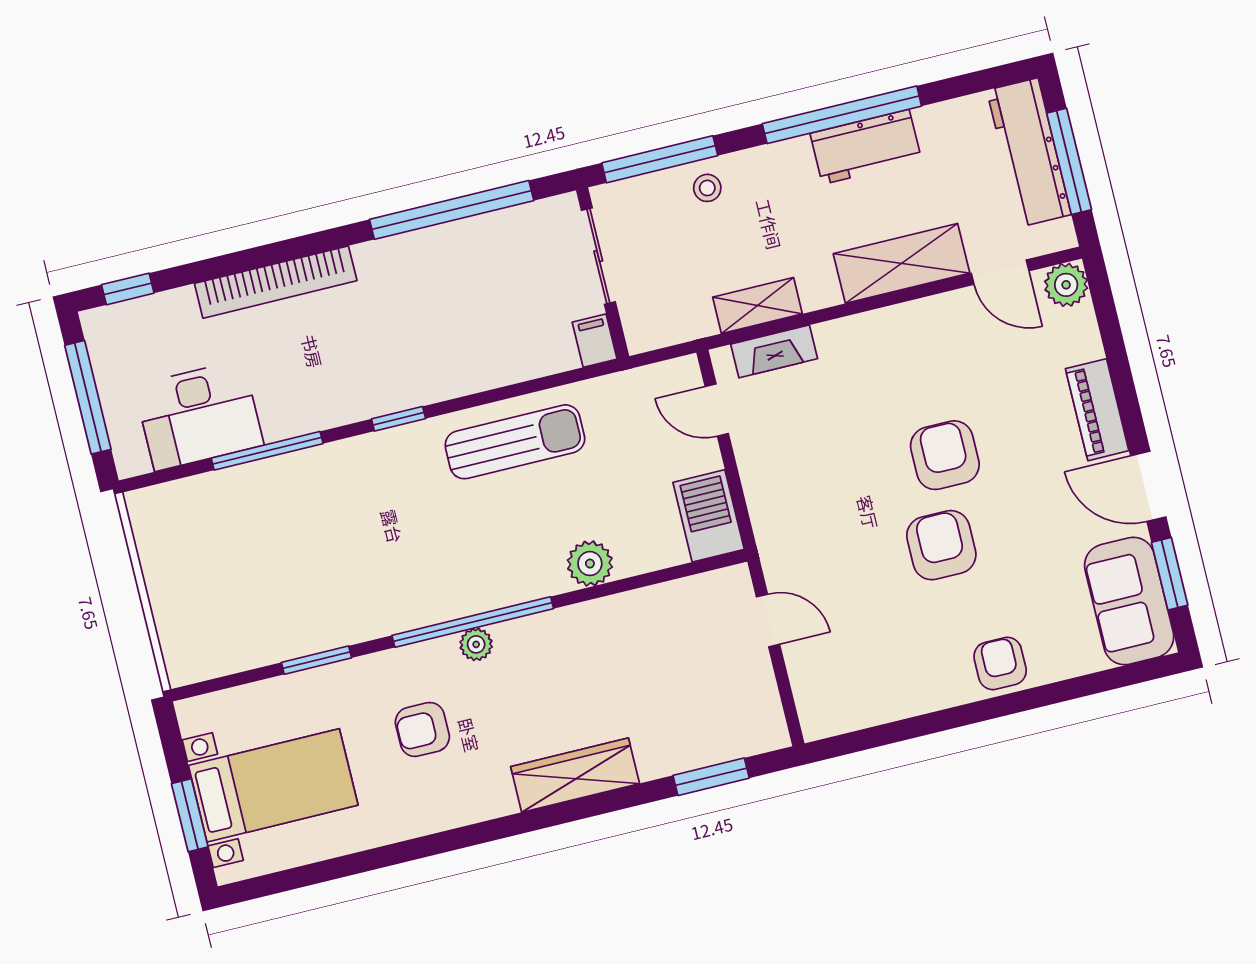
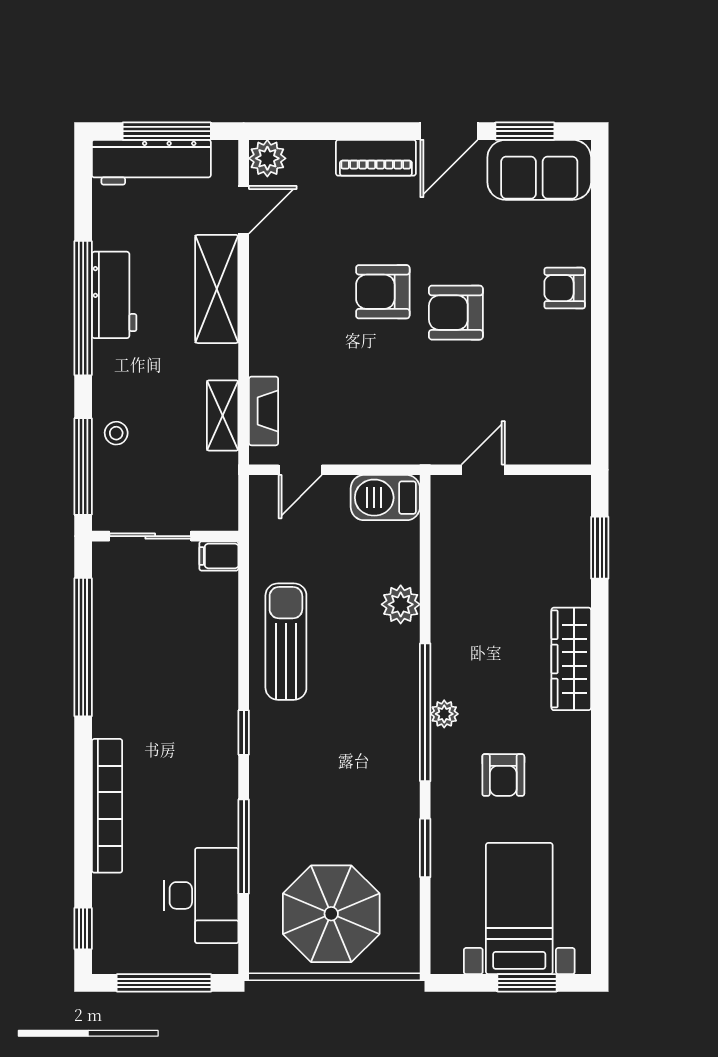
parasol: (214, 570) -> (331, 914), added

